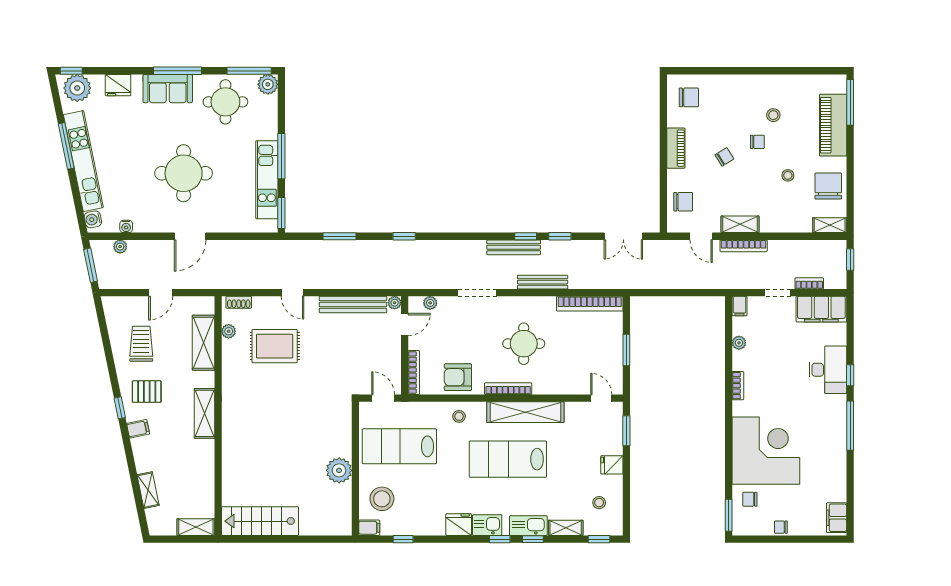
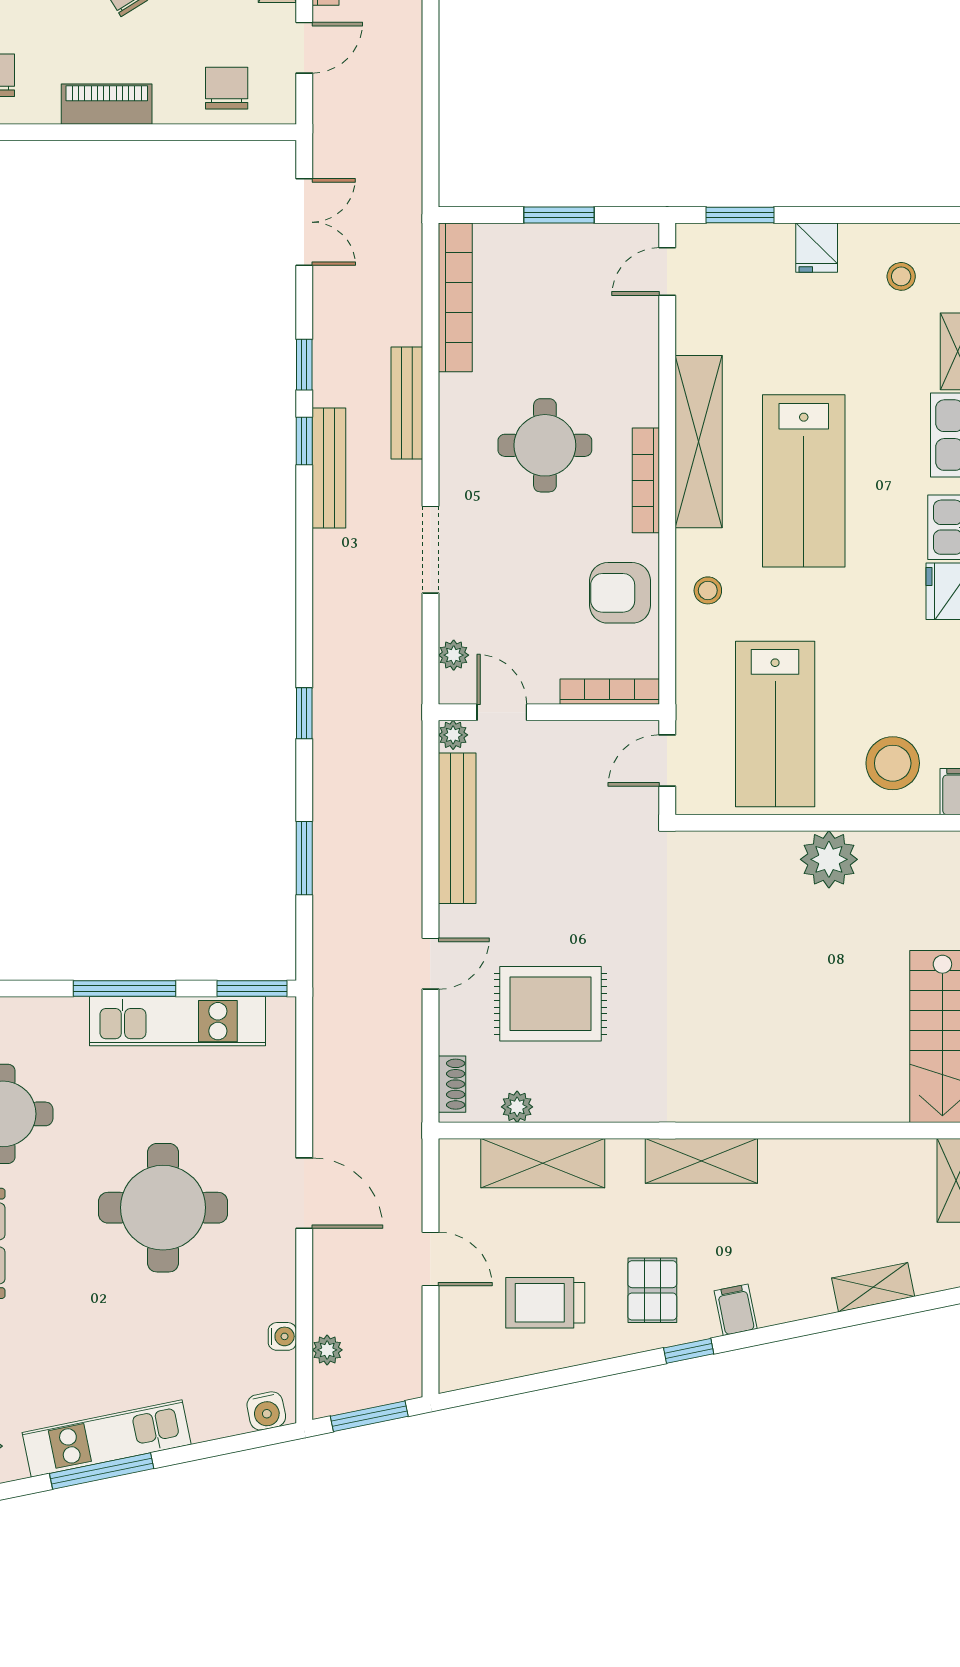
kitchen unit: (83, 161) -> (107, 1438), width x0.73
rug: (275, 346) -> (550, 1004), turned 90
armchair: (458, 377) -> (620, 593), turned 90

